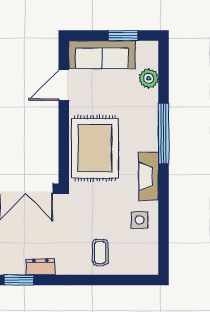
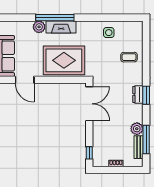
plant: (149, 78) -> (39, 27), moved
fireplace: (149, 176) -> (61, 27), moved
window: (19, 280) -> (146, 95), moved

